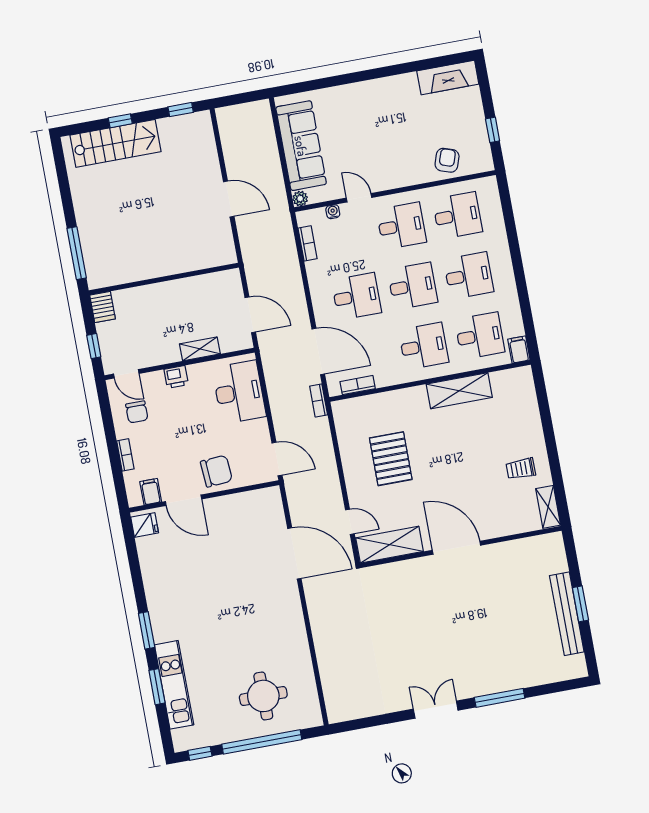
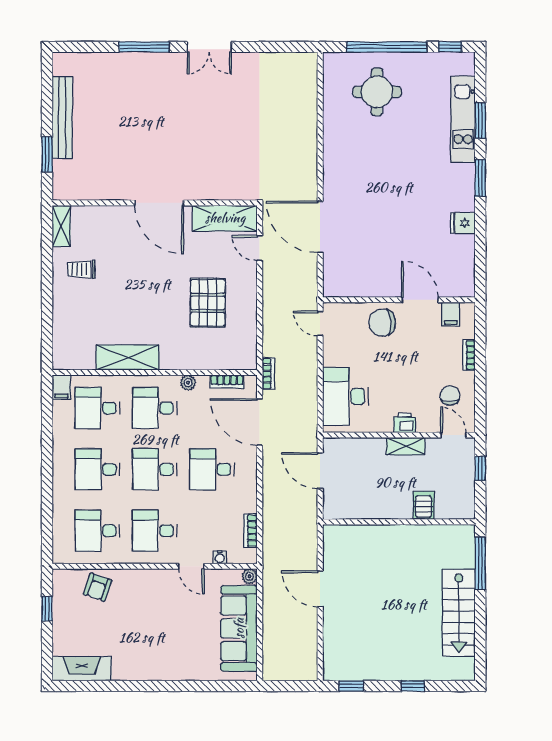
stairs: (116, 143) -> (459, 613), moved, turned -90
server rack: (102, 307) -> (424, 505), moved
shelving: (200, 349) -> (406, 446), moved
plant: (396, 377) -> (188, 383), added
door: (277, 459) -> (320, 323), width x0.73
trolley: (521, 469) -> (81, 269), turned 180
fridge: (145, 525) -> (463, 223), moved
window: (580, 604) -> (47, 154), moved

